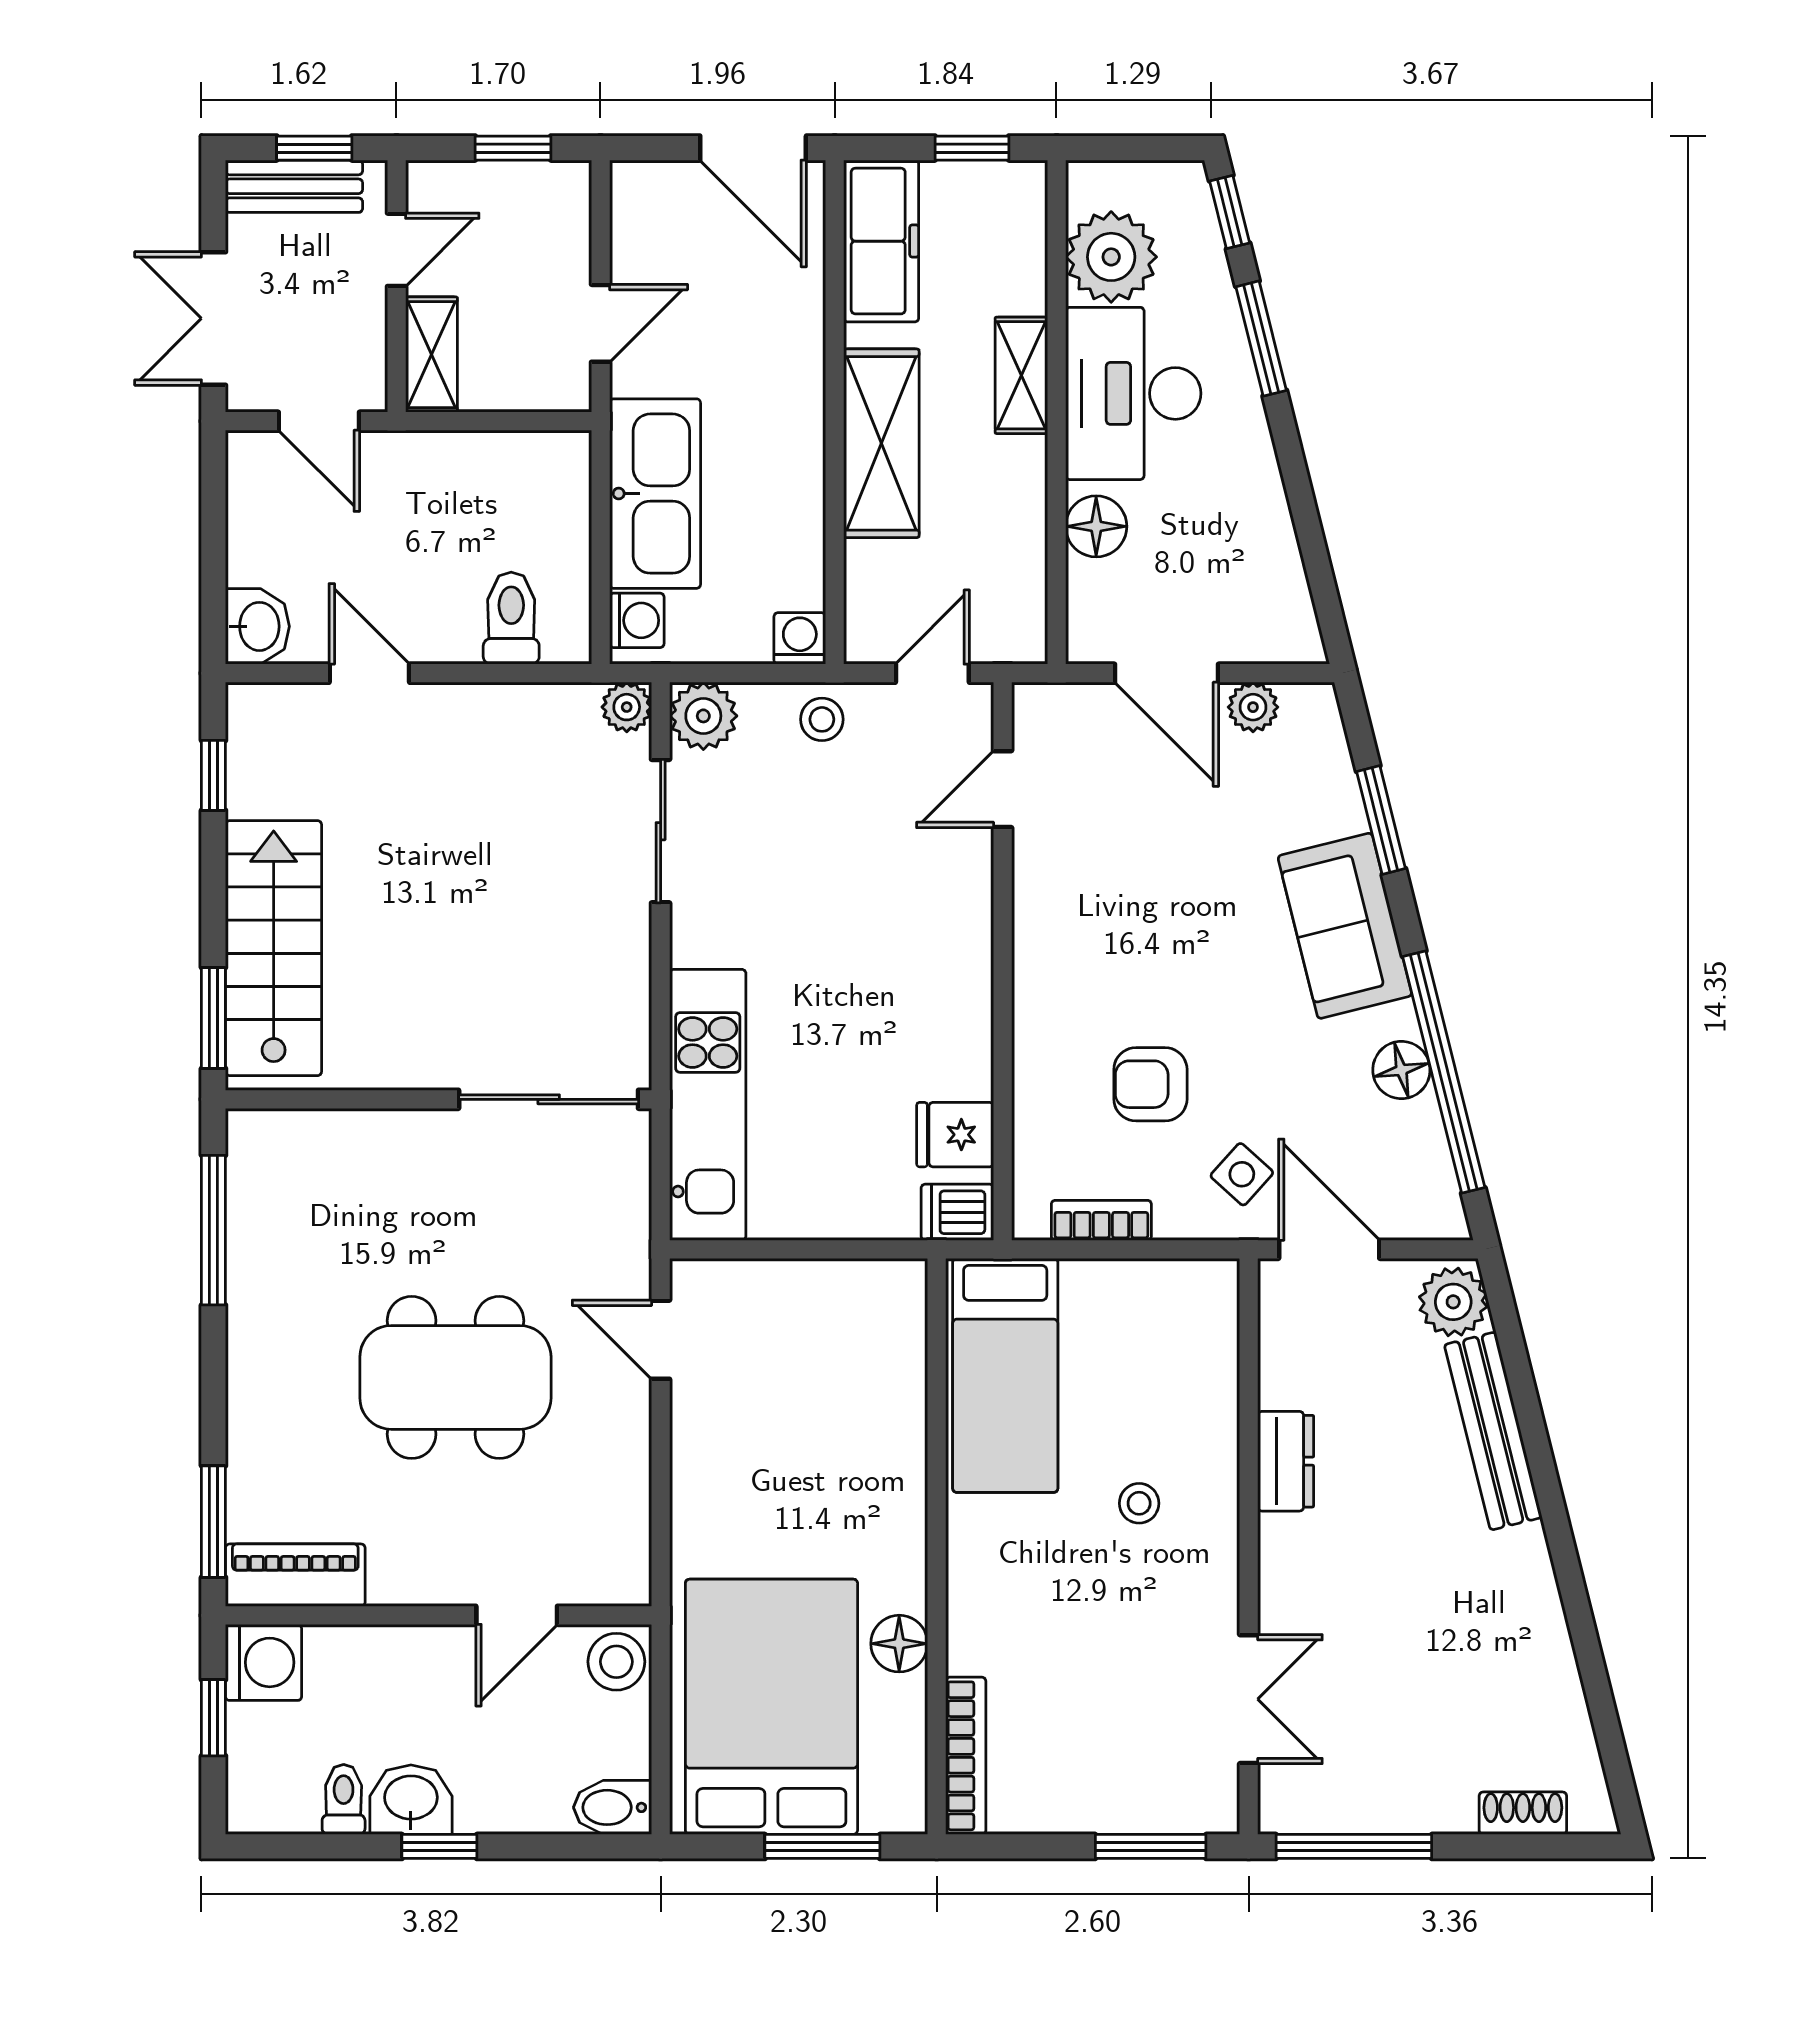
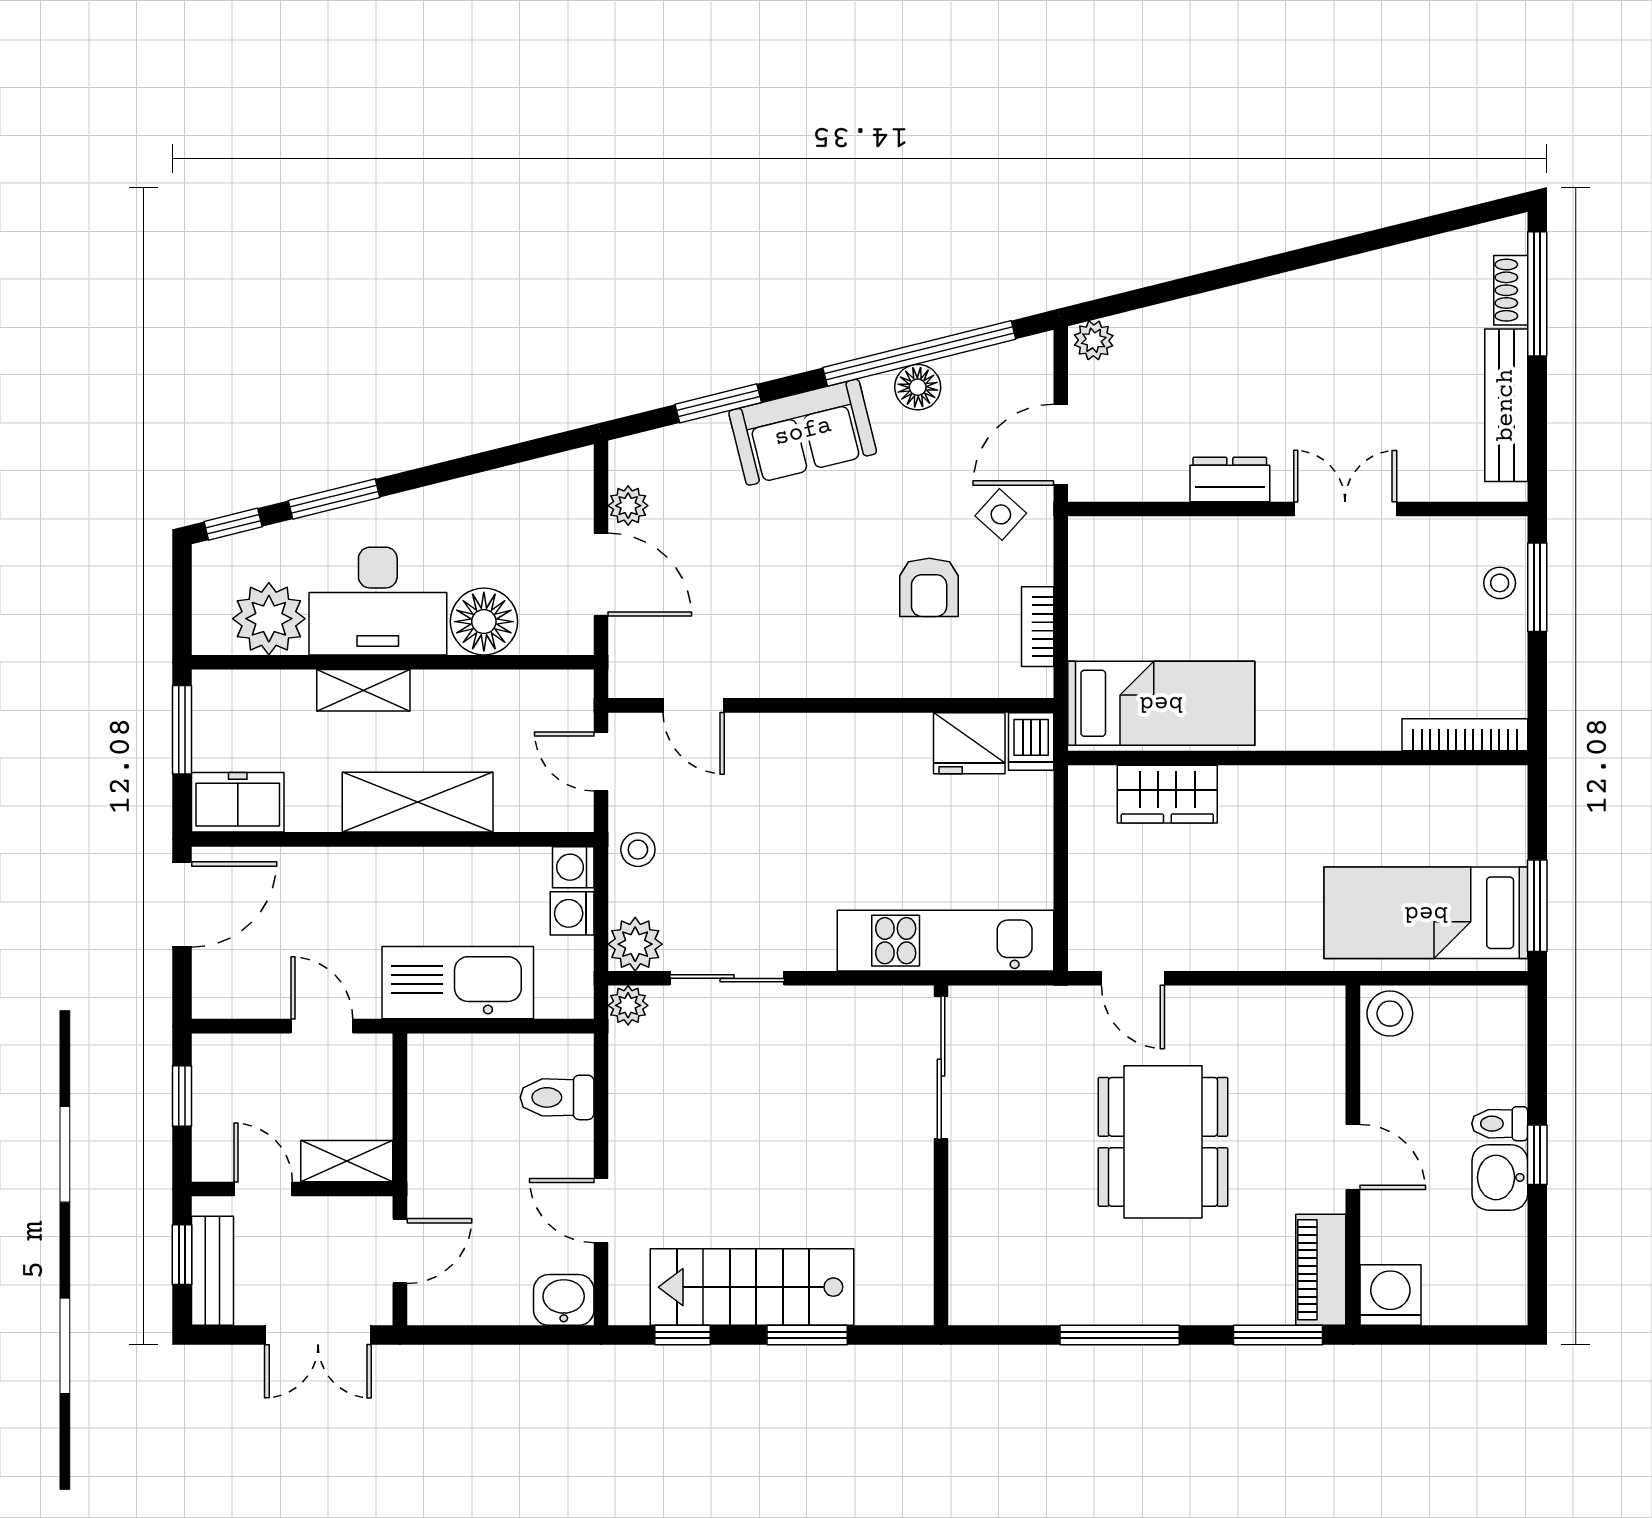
window: (972, 148) -> (182, 730), width x1.50
freezer: (881, 241) -> (238, 802), width x0.71
floor lamp: (1096, 526) -> (484, 622), width x1.38, depth x1.38
washing machine: (637, 620) -> (572, 913), moved, turned -90
door: (369, 673) -> (601, 1211), hinge flipped
door: (1166, 673) -> (601, 575), hinge flipped
stairs: (274, 948) -> (752, 1287), moved
window: (213, 1018) -> (807, 1335), moved
fridge: (955, 1135) -> (969, 743), width x1.38
window: (213, 1230) -> (1120, 1335), moved
plant: (1453, 1302) -> (1094, 340), width x0.73, depth x0.73
door: (661, 1340) -> (1133, 978), hinge flipped
wardrobe: (891, 1383) -> (1167, 794), added
bench: (1493, 1431) -> (1506, 405), moved, turned -76
stool: (1139, 1503) -> (1500, 583), moved
door: (517, 1615) -> (1353, 1157), moved
floor lamp: (899, 1644) -> (1375, 788), removed
double door: (1249, 1699) -> (1345, 509), moved
bed: (771, 1707) -> (1426, 913), width x0.67
window: (213, 1718) -> (1435, 1335), removed
toilet: (344, 1799) -> (1500, 1124), moved
bidet: (613, 1807) -> (1506, 1017), removed
window: (822, 1846) -> (1537, 906), moved
window: (1354, 1846) -> (1537, 294), moved

